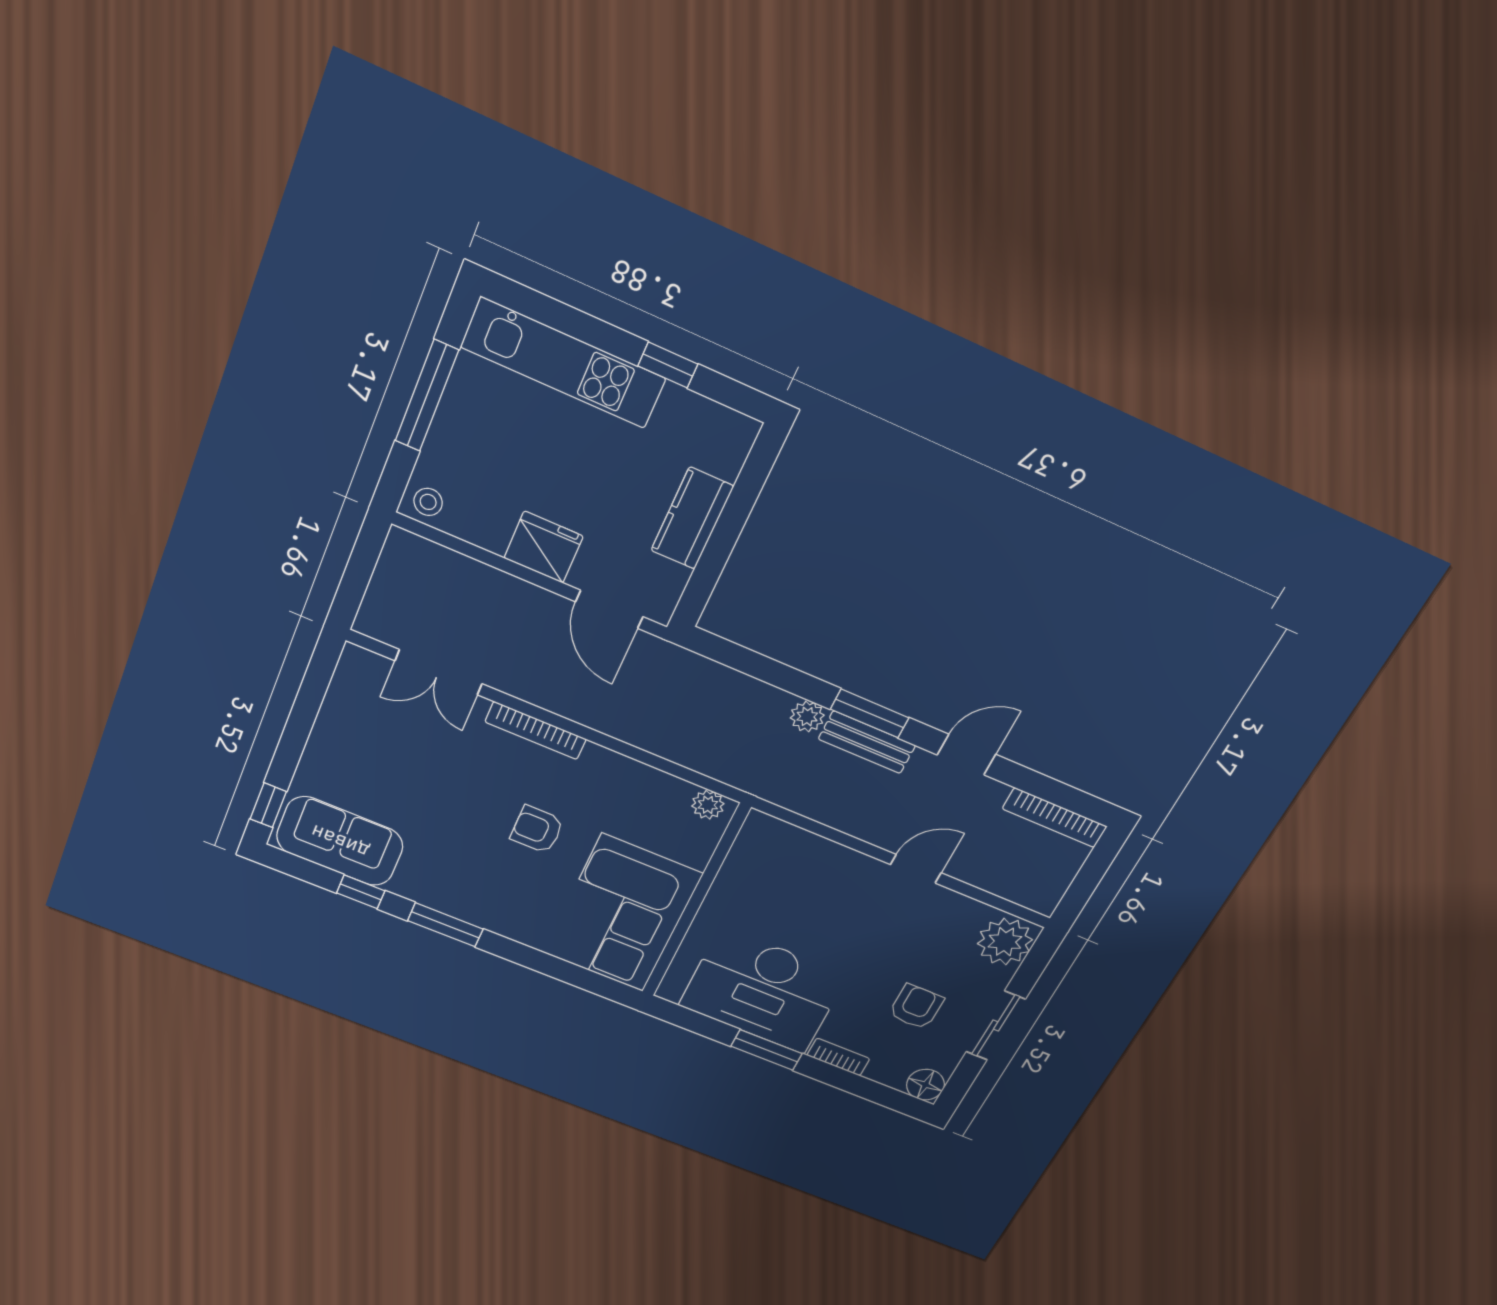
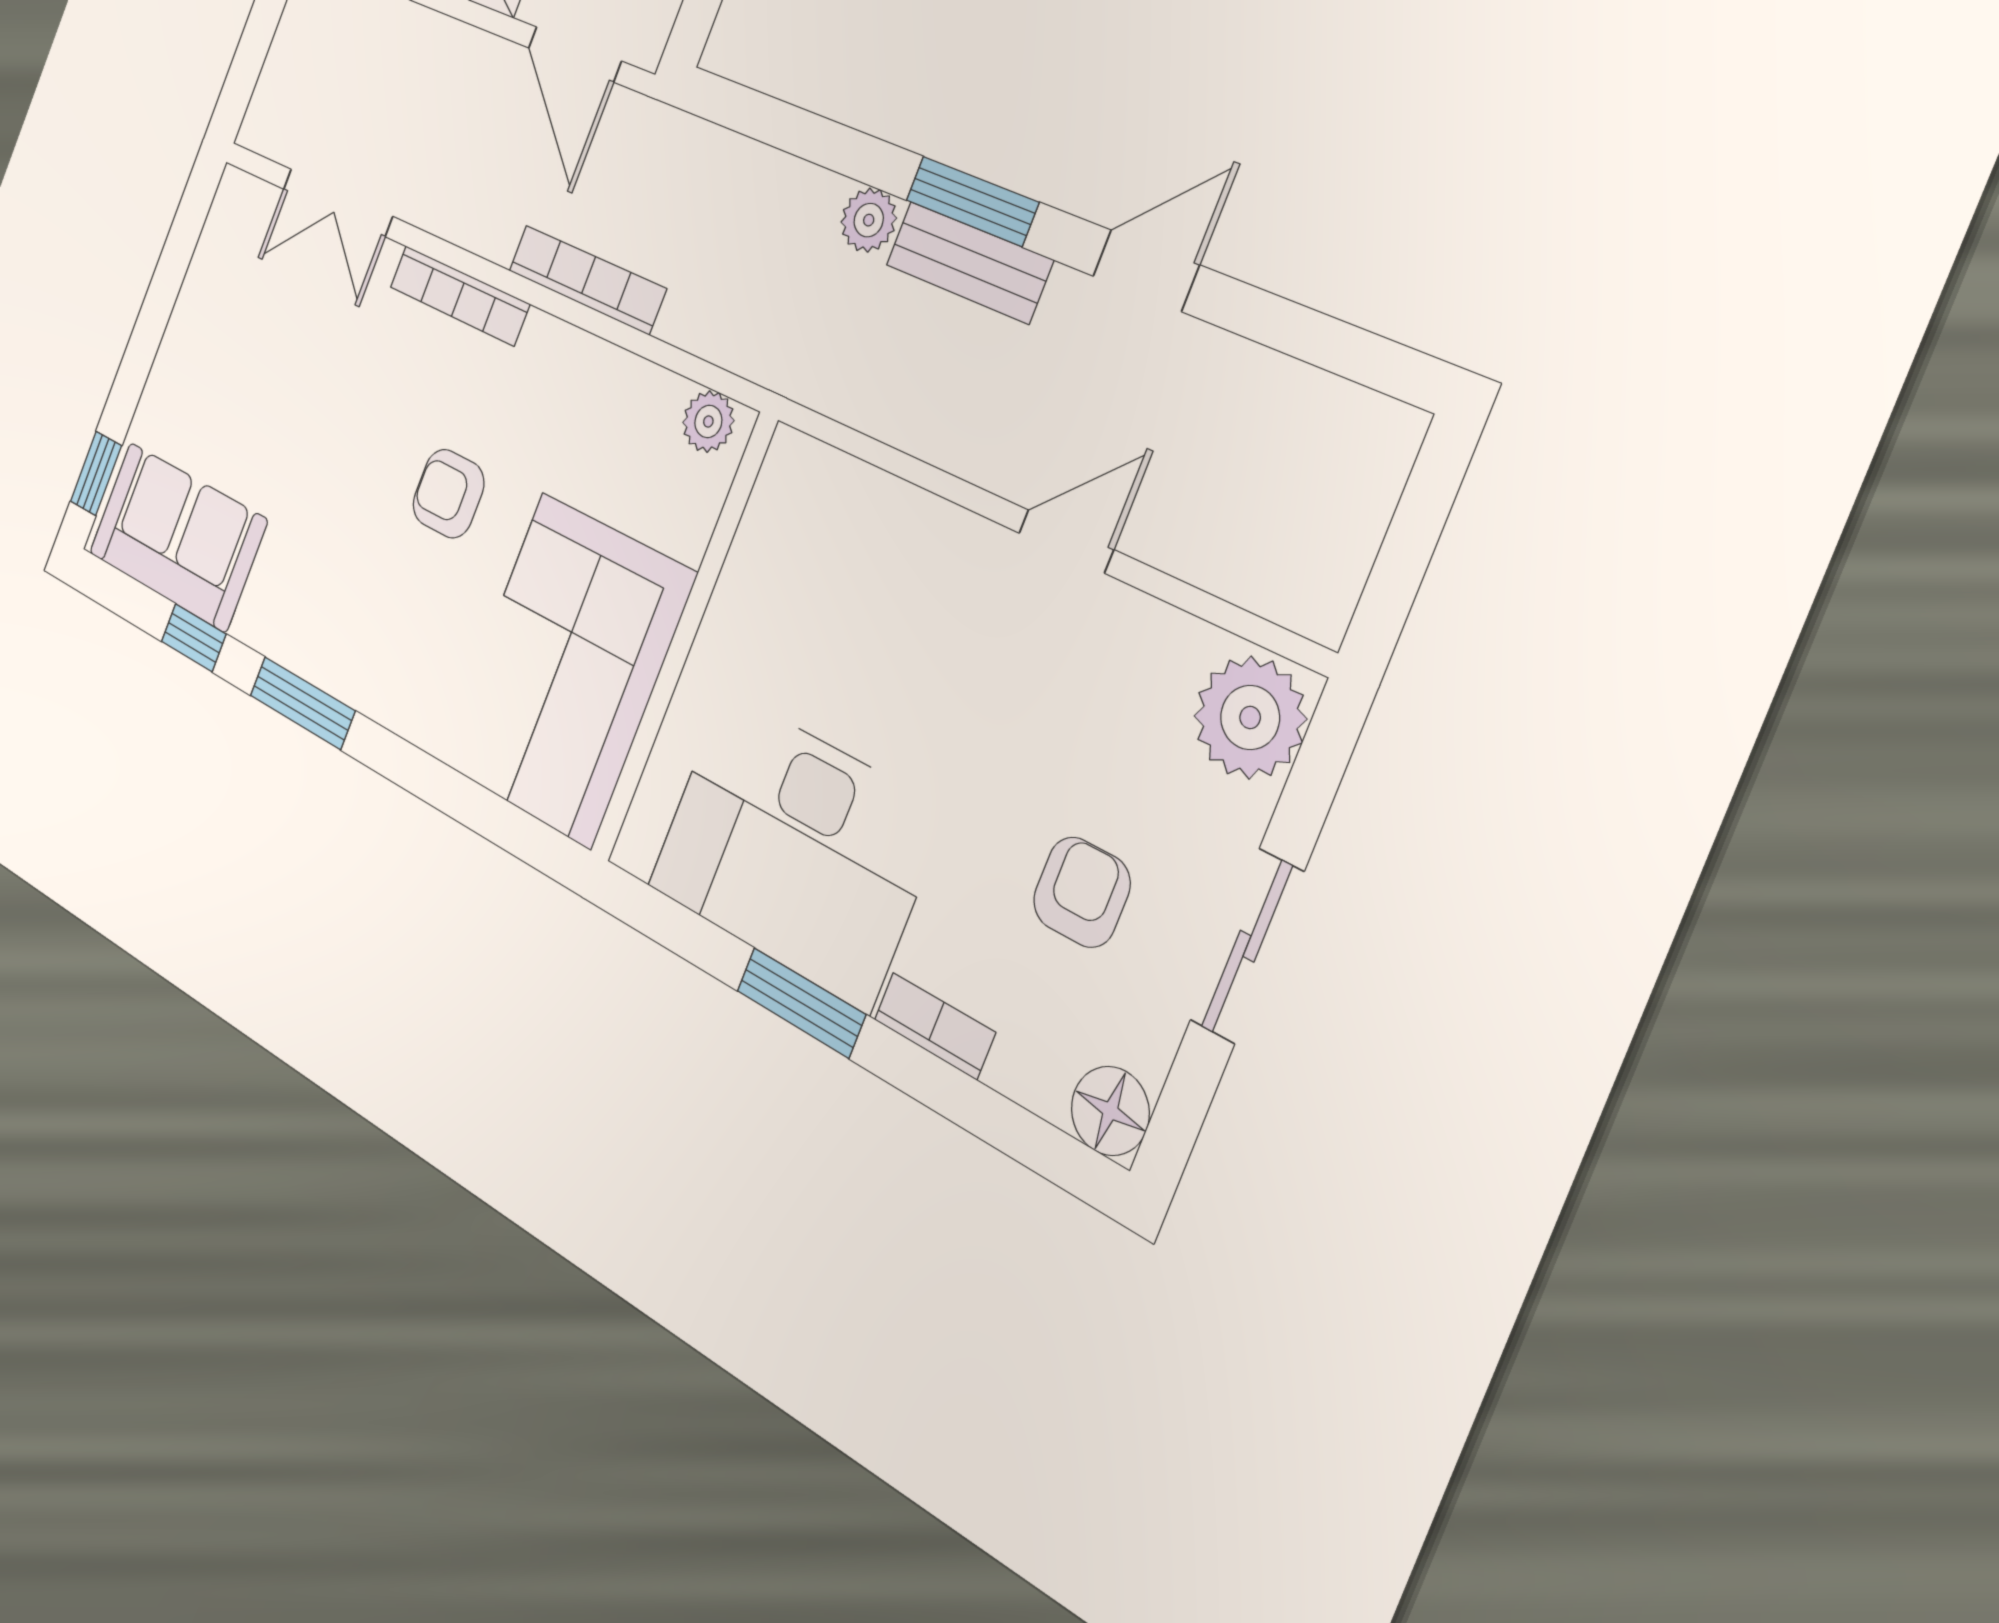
bookcase: (1055, 818) -> (587, 280), moved, turned 180

